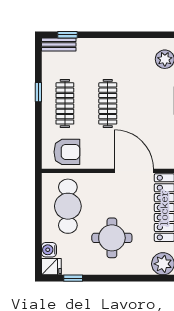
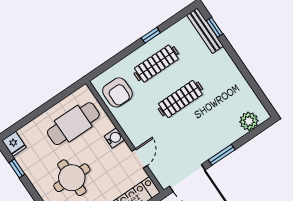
bench: (59, 44) -> (205, 31), width x1.36
door: (134, 171) -> (139, 158), width x0.53
water cooler: (49, 250) -> (114, 138), moved, turned 90

